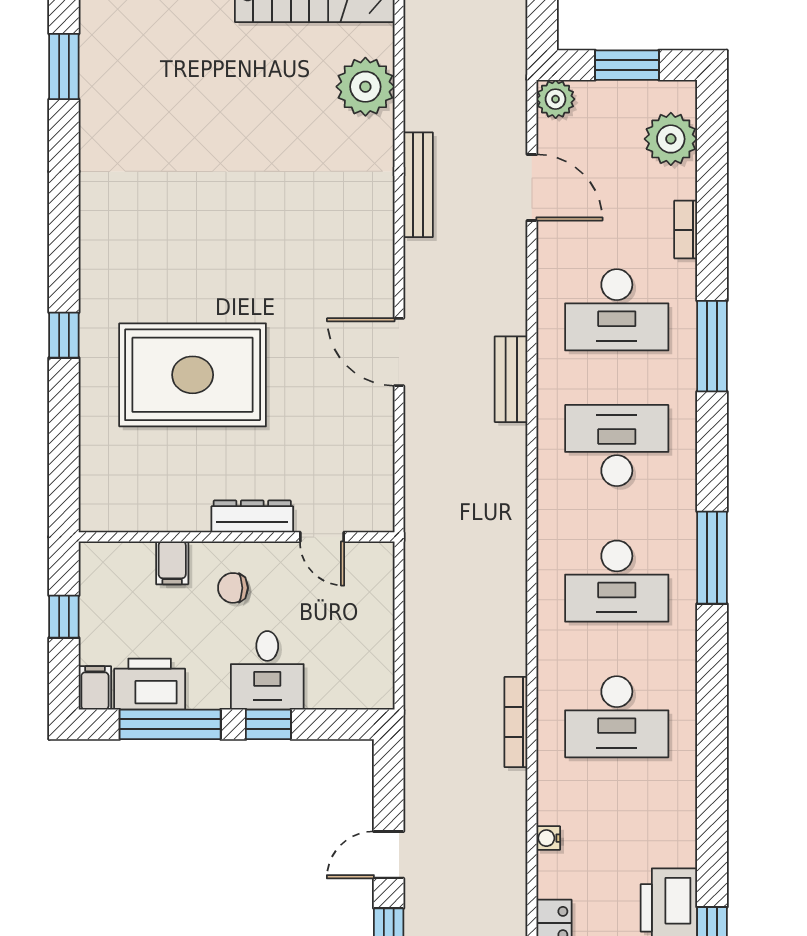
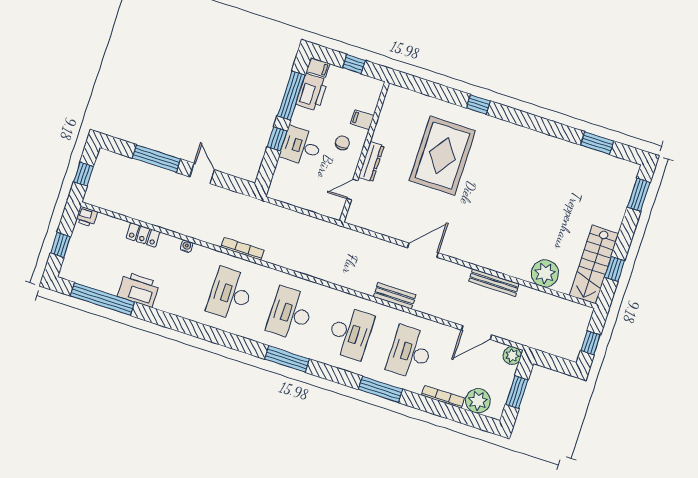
bookcase: (686, 230) -> (443, 397), width x1.56

